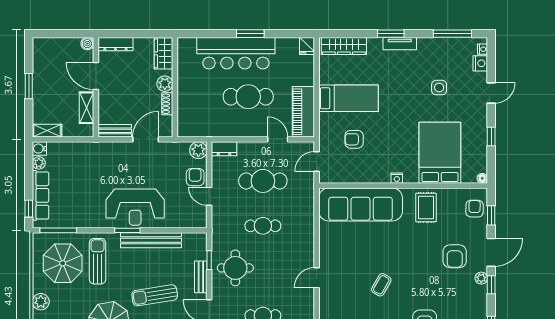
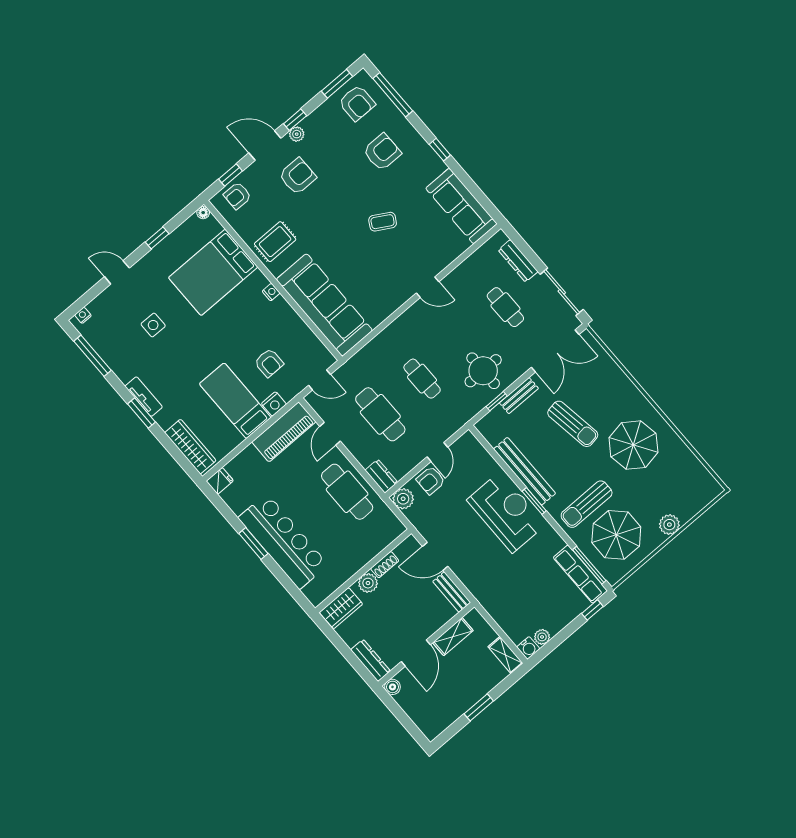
nightstand: (480, 63) -> (274, 404), moved, turned 180
cafe table: (248, 97) -> (347, 492), moved
row of seats: (41, 195) -> (580, 574), moved, turned -90

